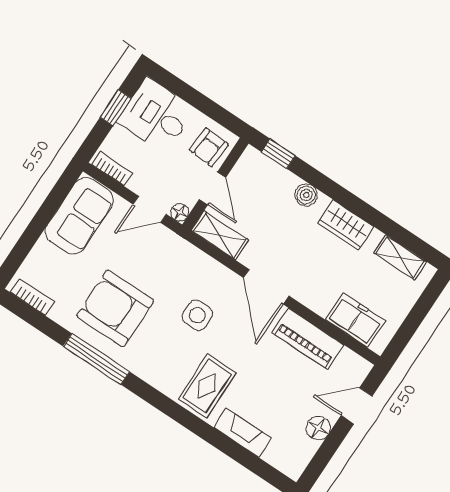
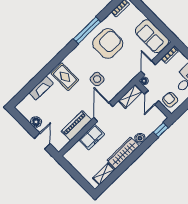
door: (213, 188) -> (152, 98), hinge flipped
wardrobe: (346, 225) -> (123, 153), width x1.50
door: (266, 287) -> (103, 112), hinge flipped
freezer: (355, 320) -> (92, 137), moved

